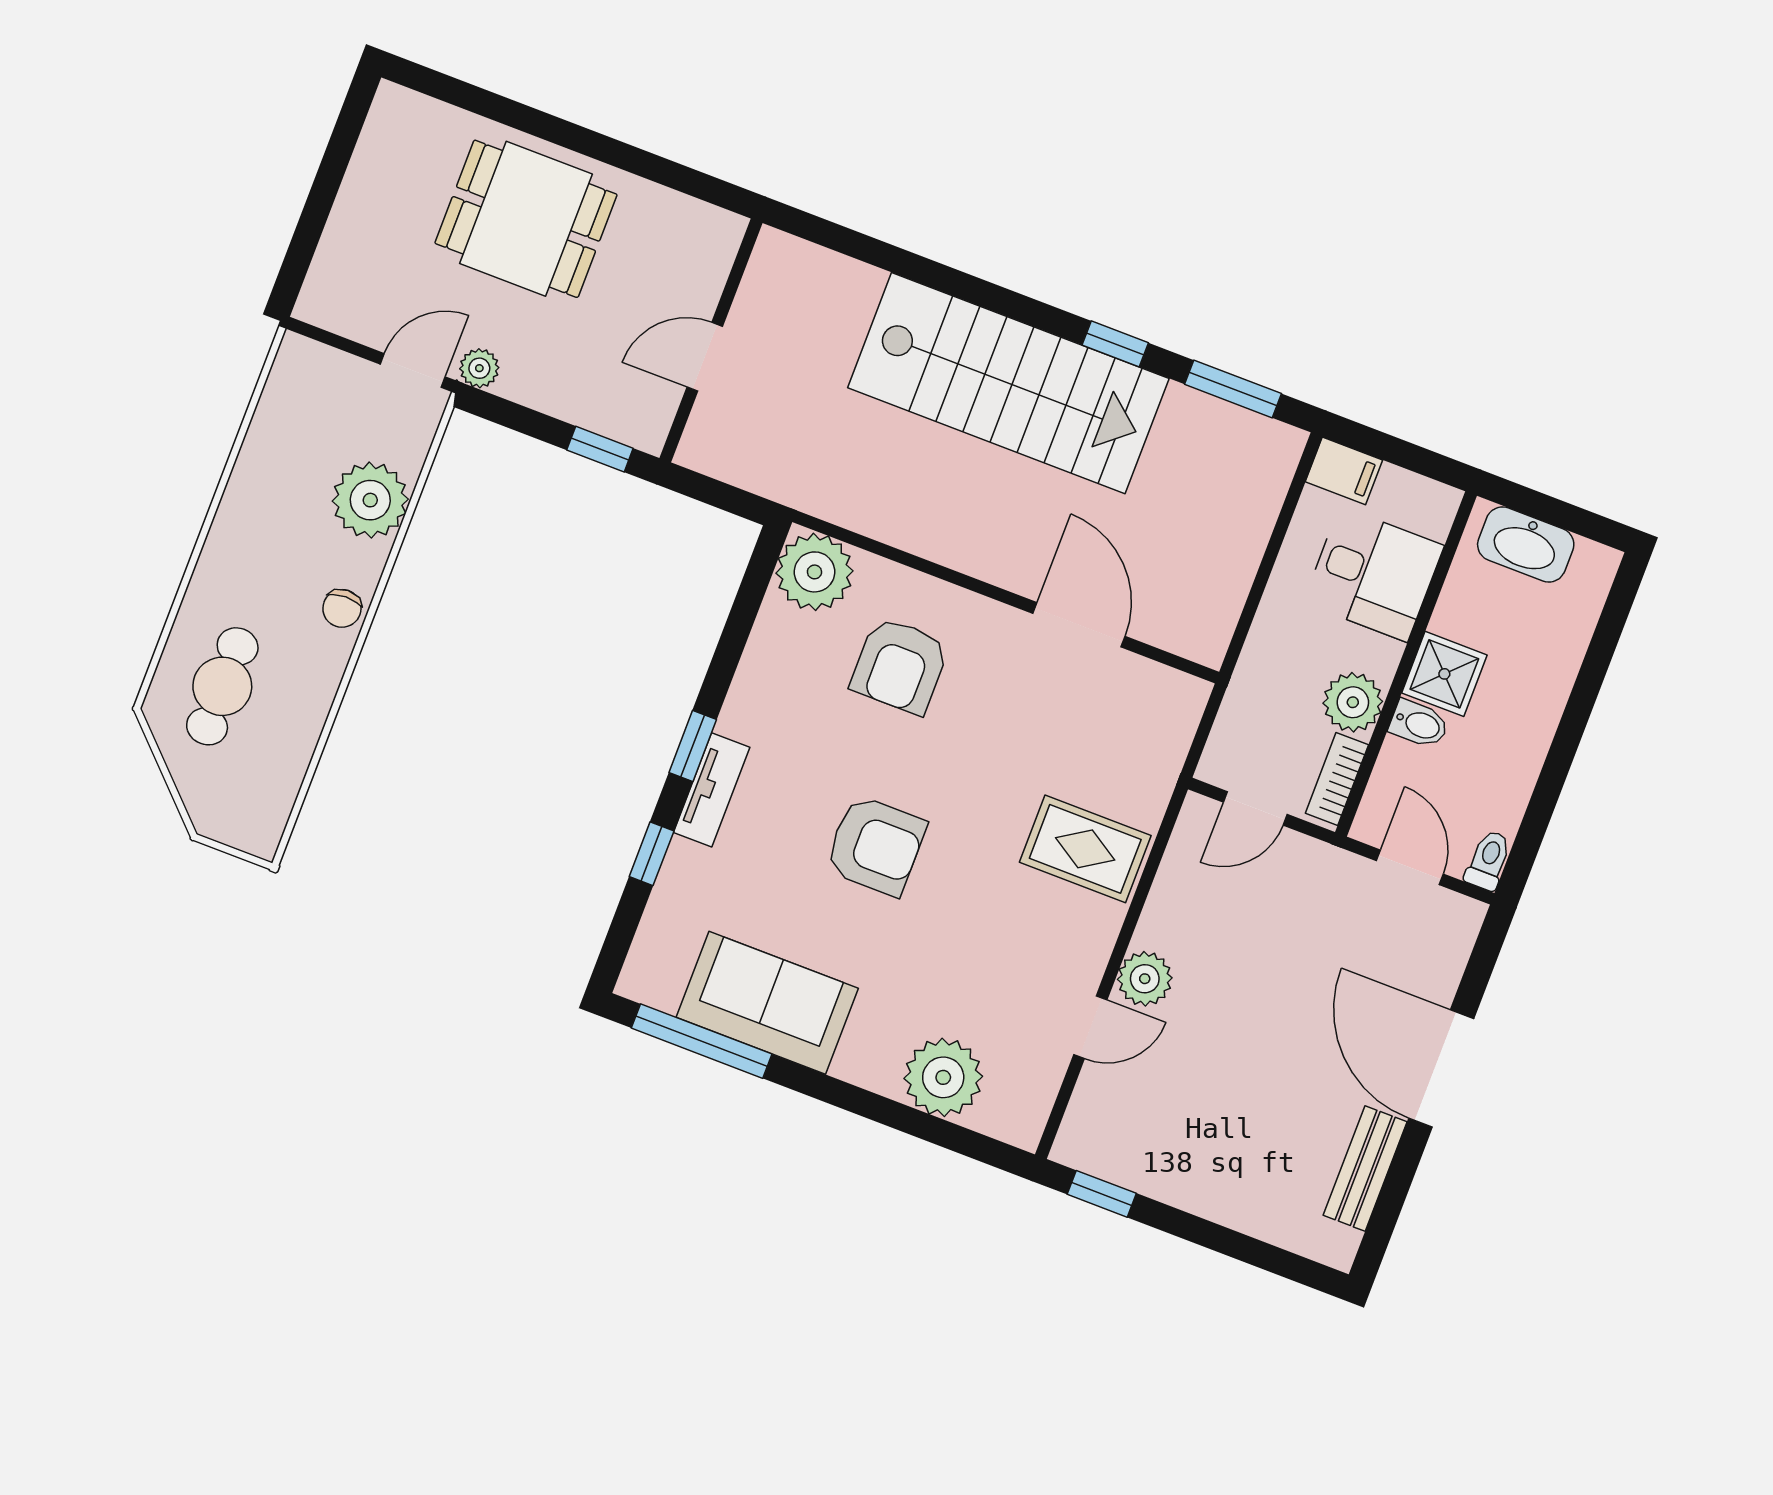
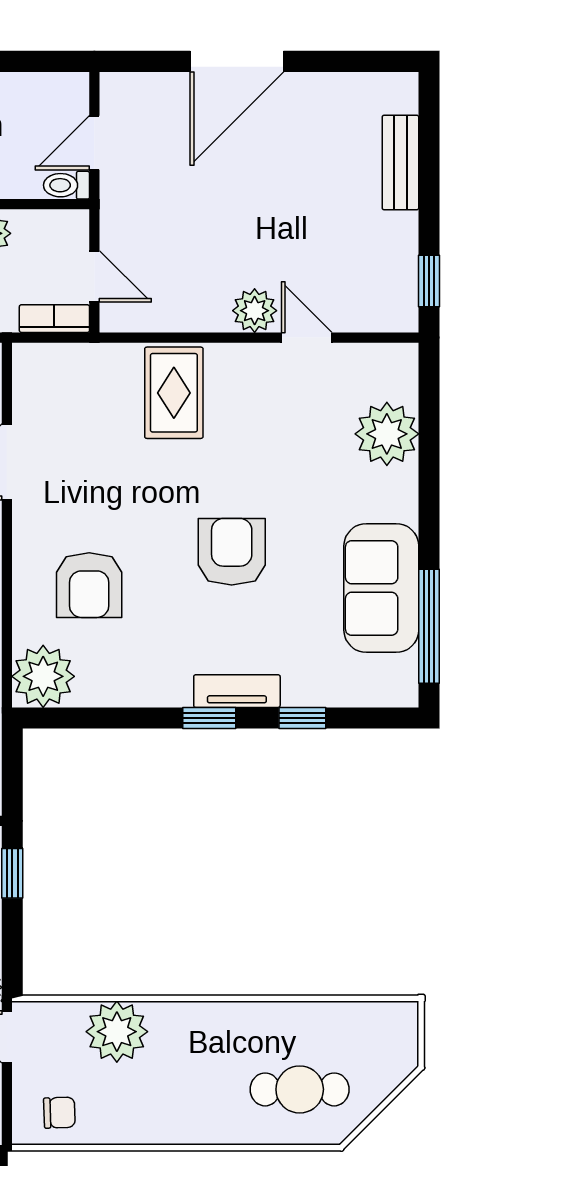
chair: (342, 608) -> (59, 1113), moved
armchair: (900, 666) -> (89, 585), turned 90
bookcase: (1337, 779) -> (54, 319), moved, turned 180
toilet: (1488, 860) -> (66, 185), moved
bench: (1365, 1169) -> (400, 163), moved, turned 90

